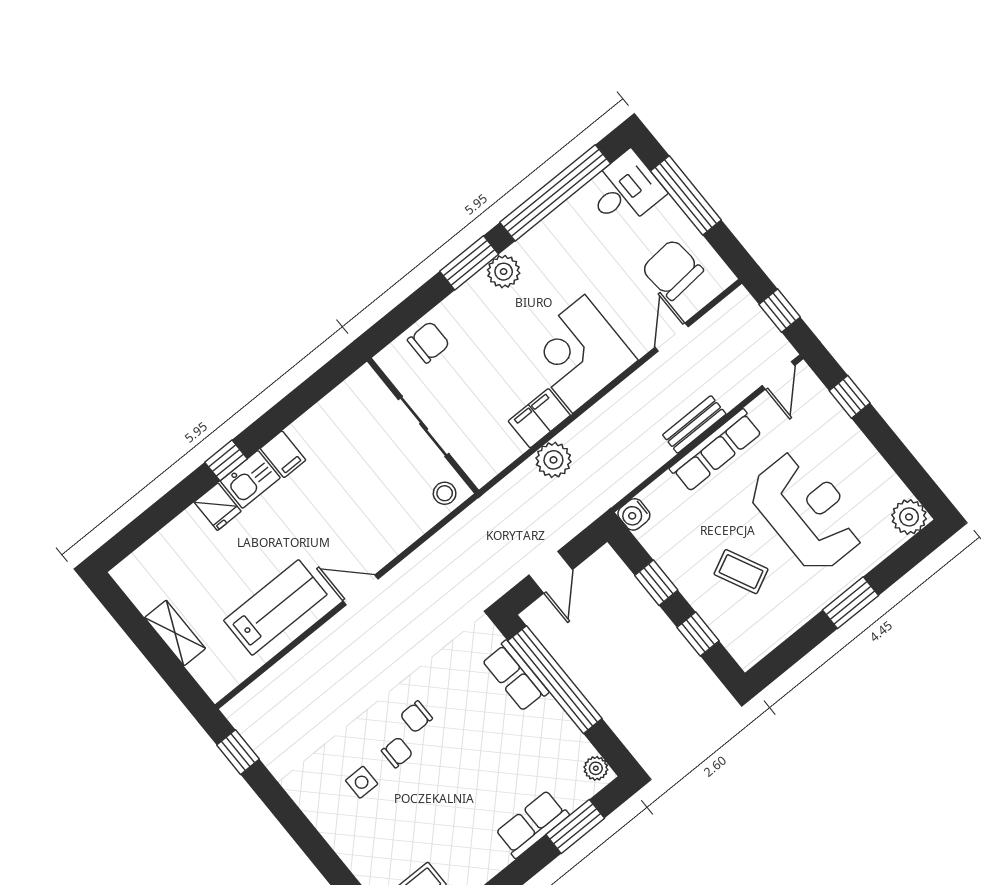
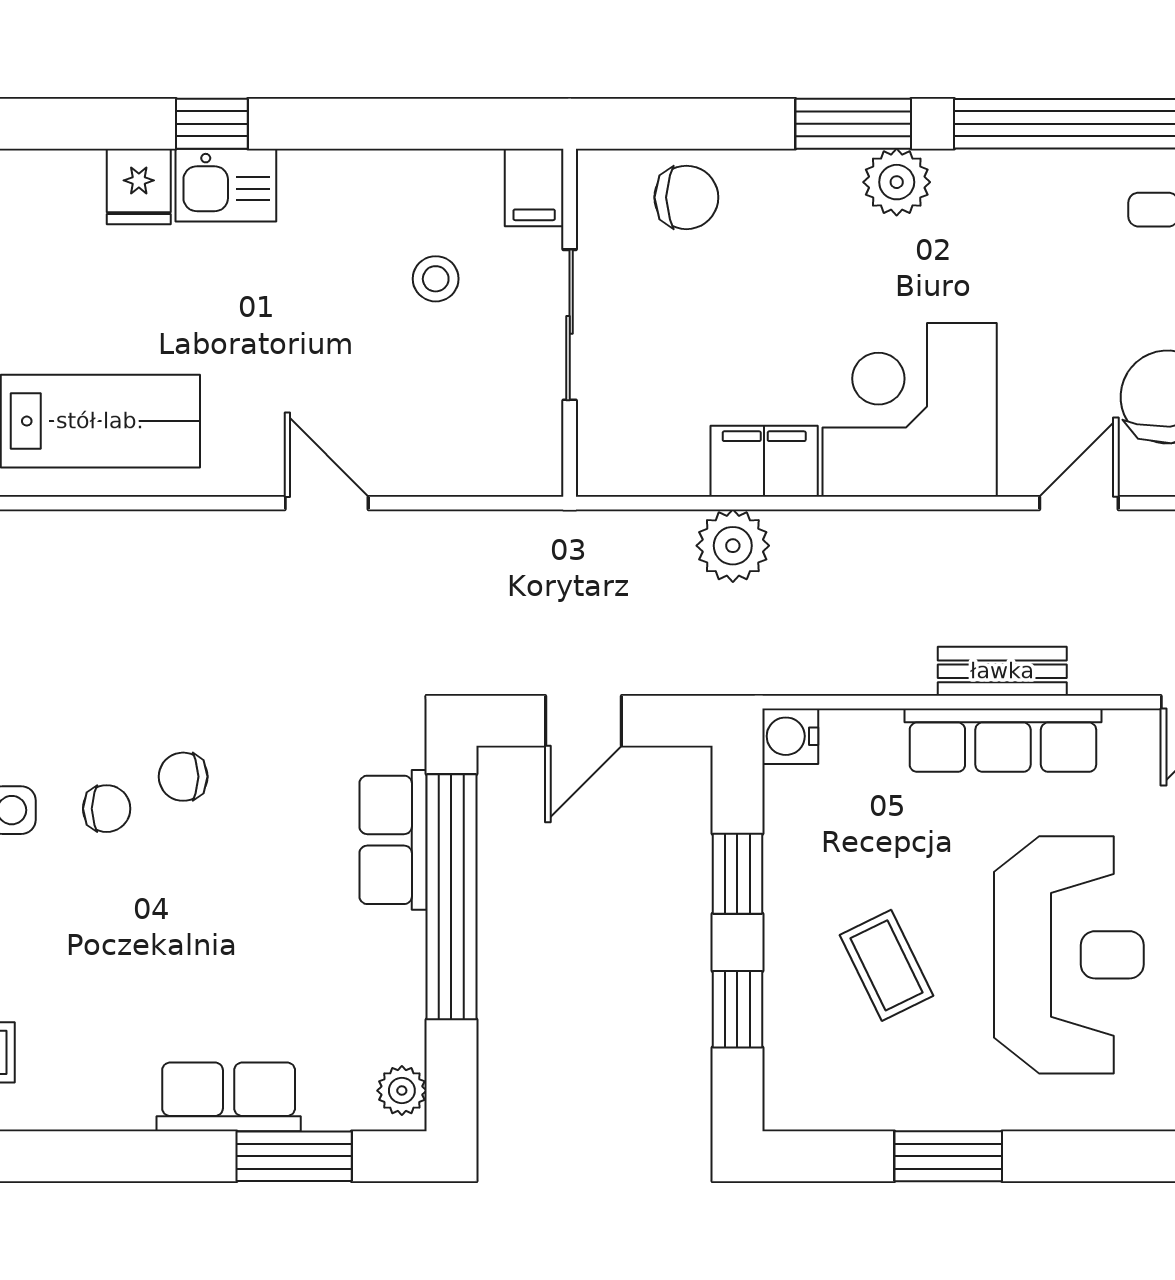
filing cabinet: (283, 454) -> (534, 188), moved
stool: (445, 493) -> (436, 279), moved
door: (360, 590) -> (327, 503), moved
window: (850, 603) -> (948, 1156), moved

